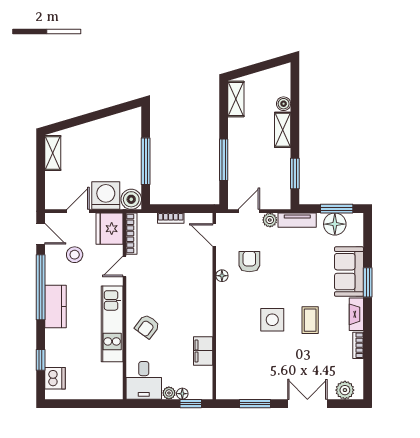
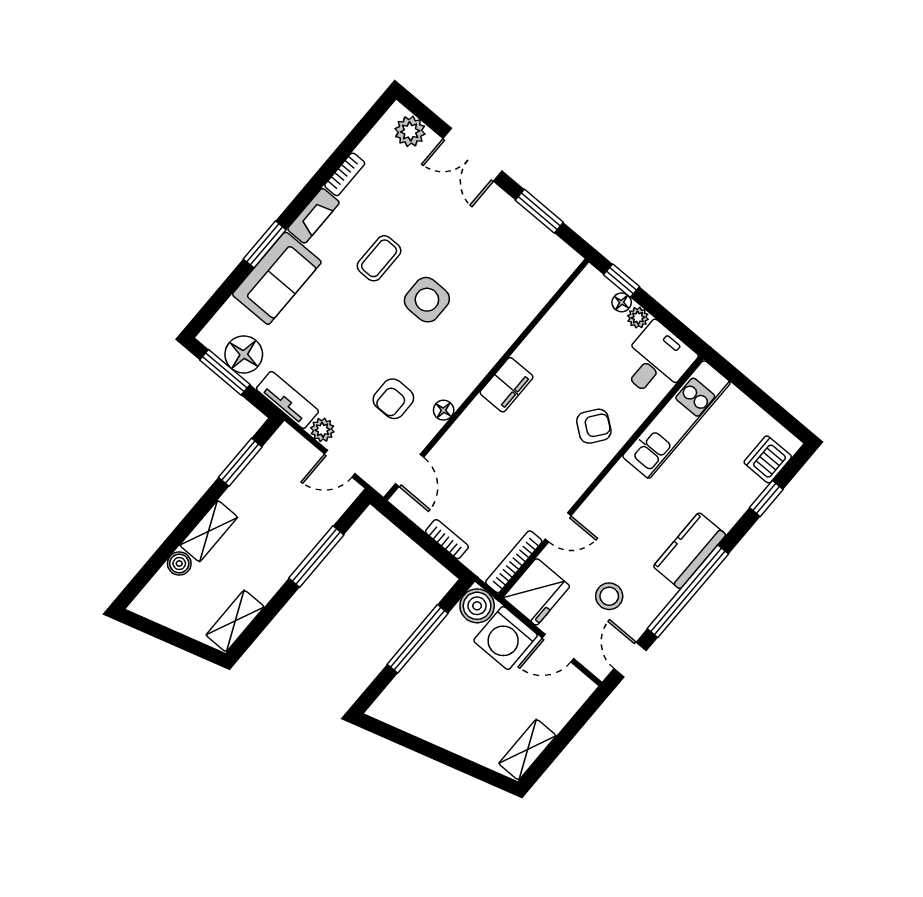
kitchen unit: (112, 324) -> (676, 420), moved
filing cabinet: (203, 351) -> (506, 385), moved

